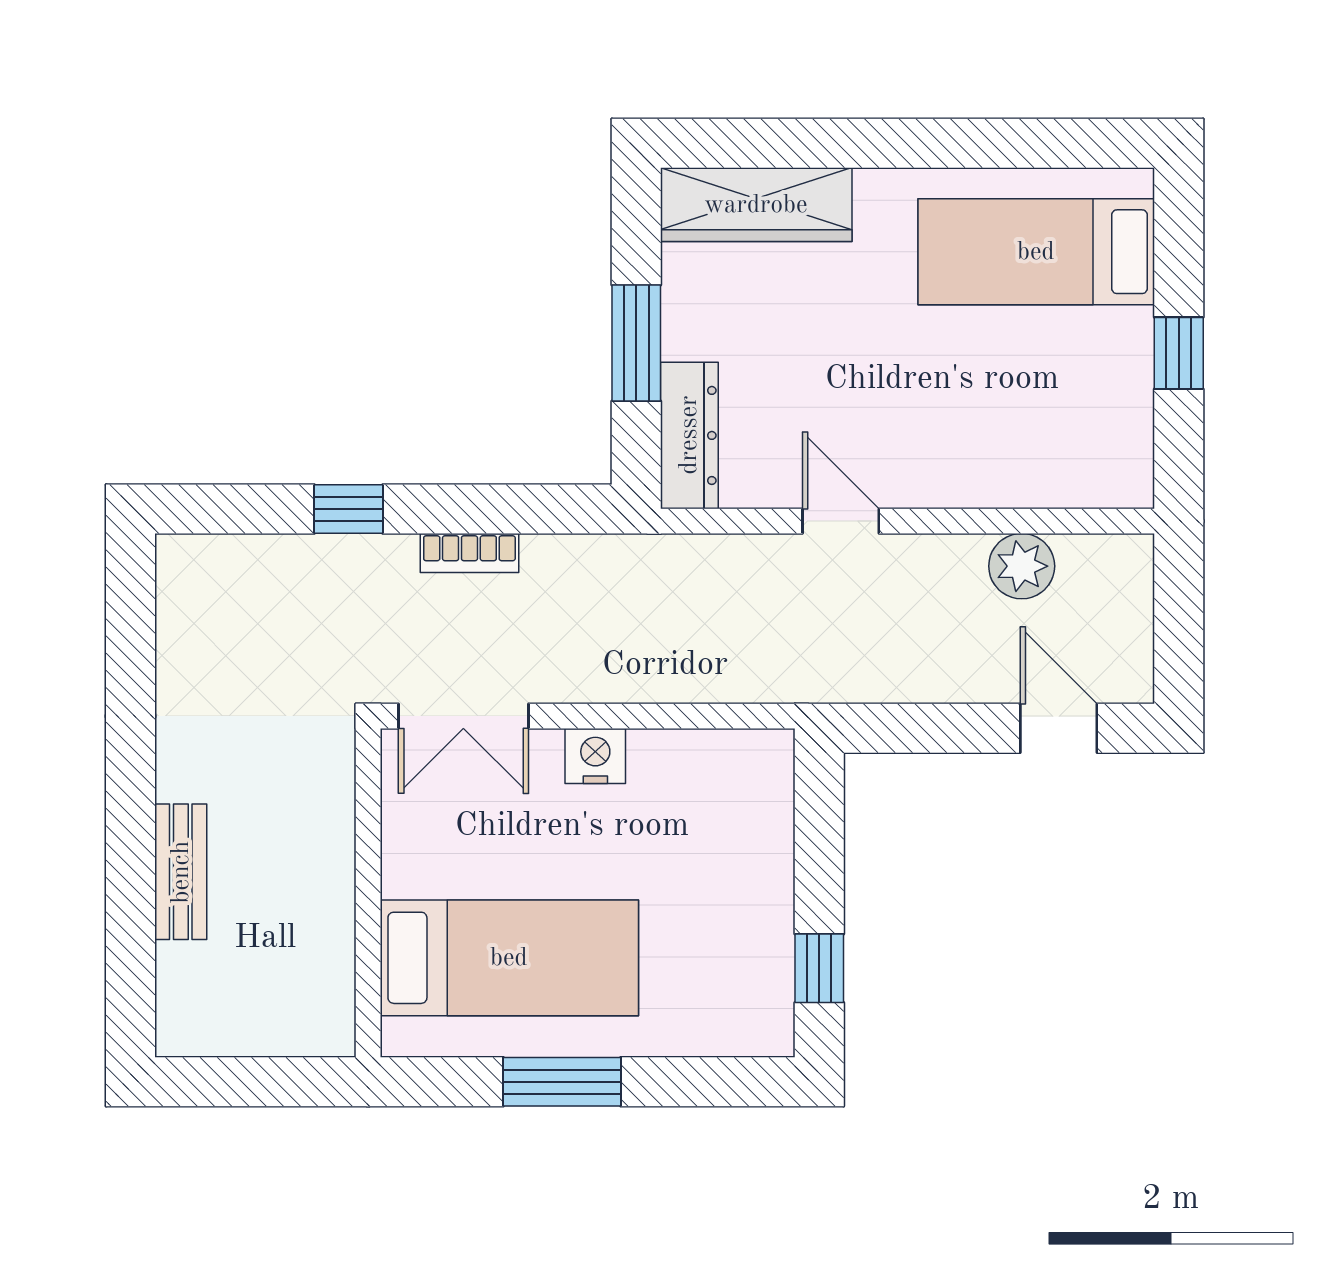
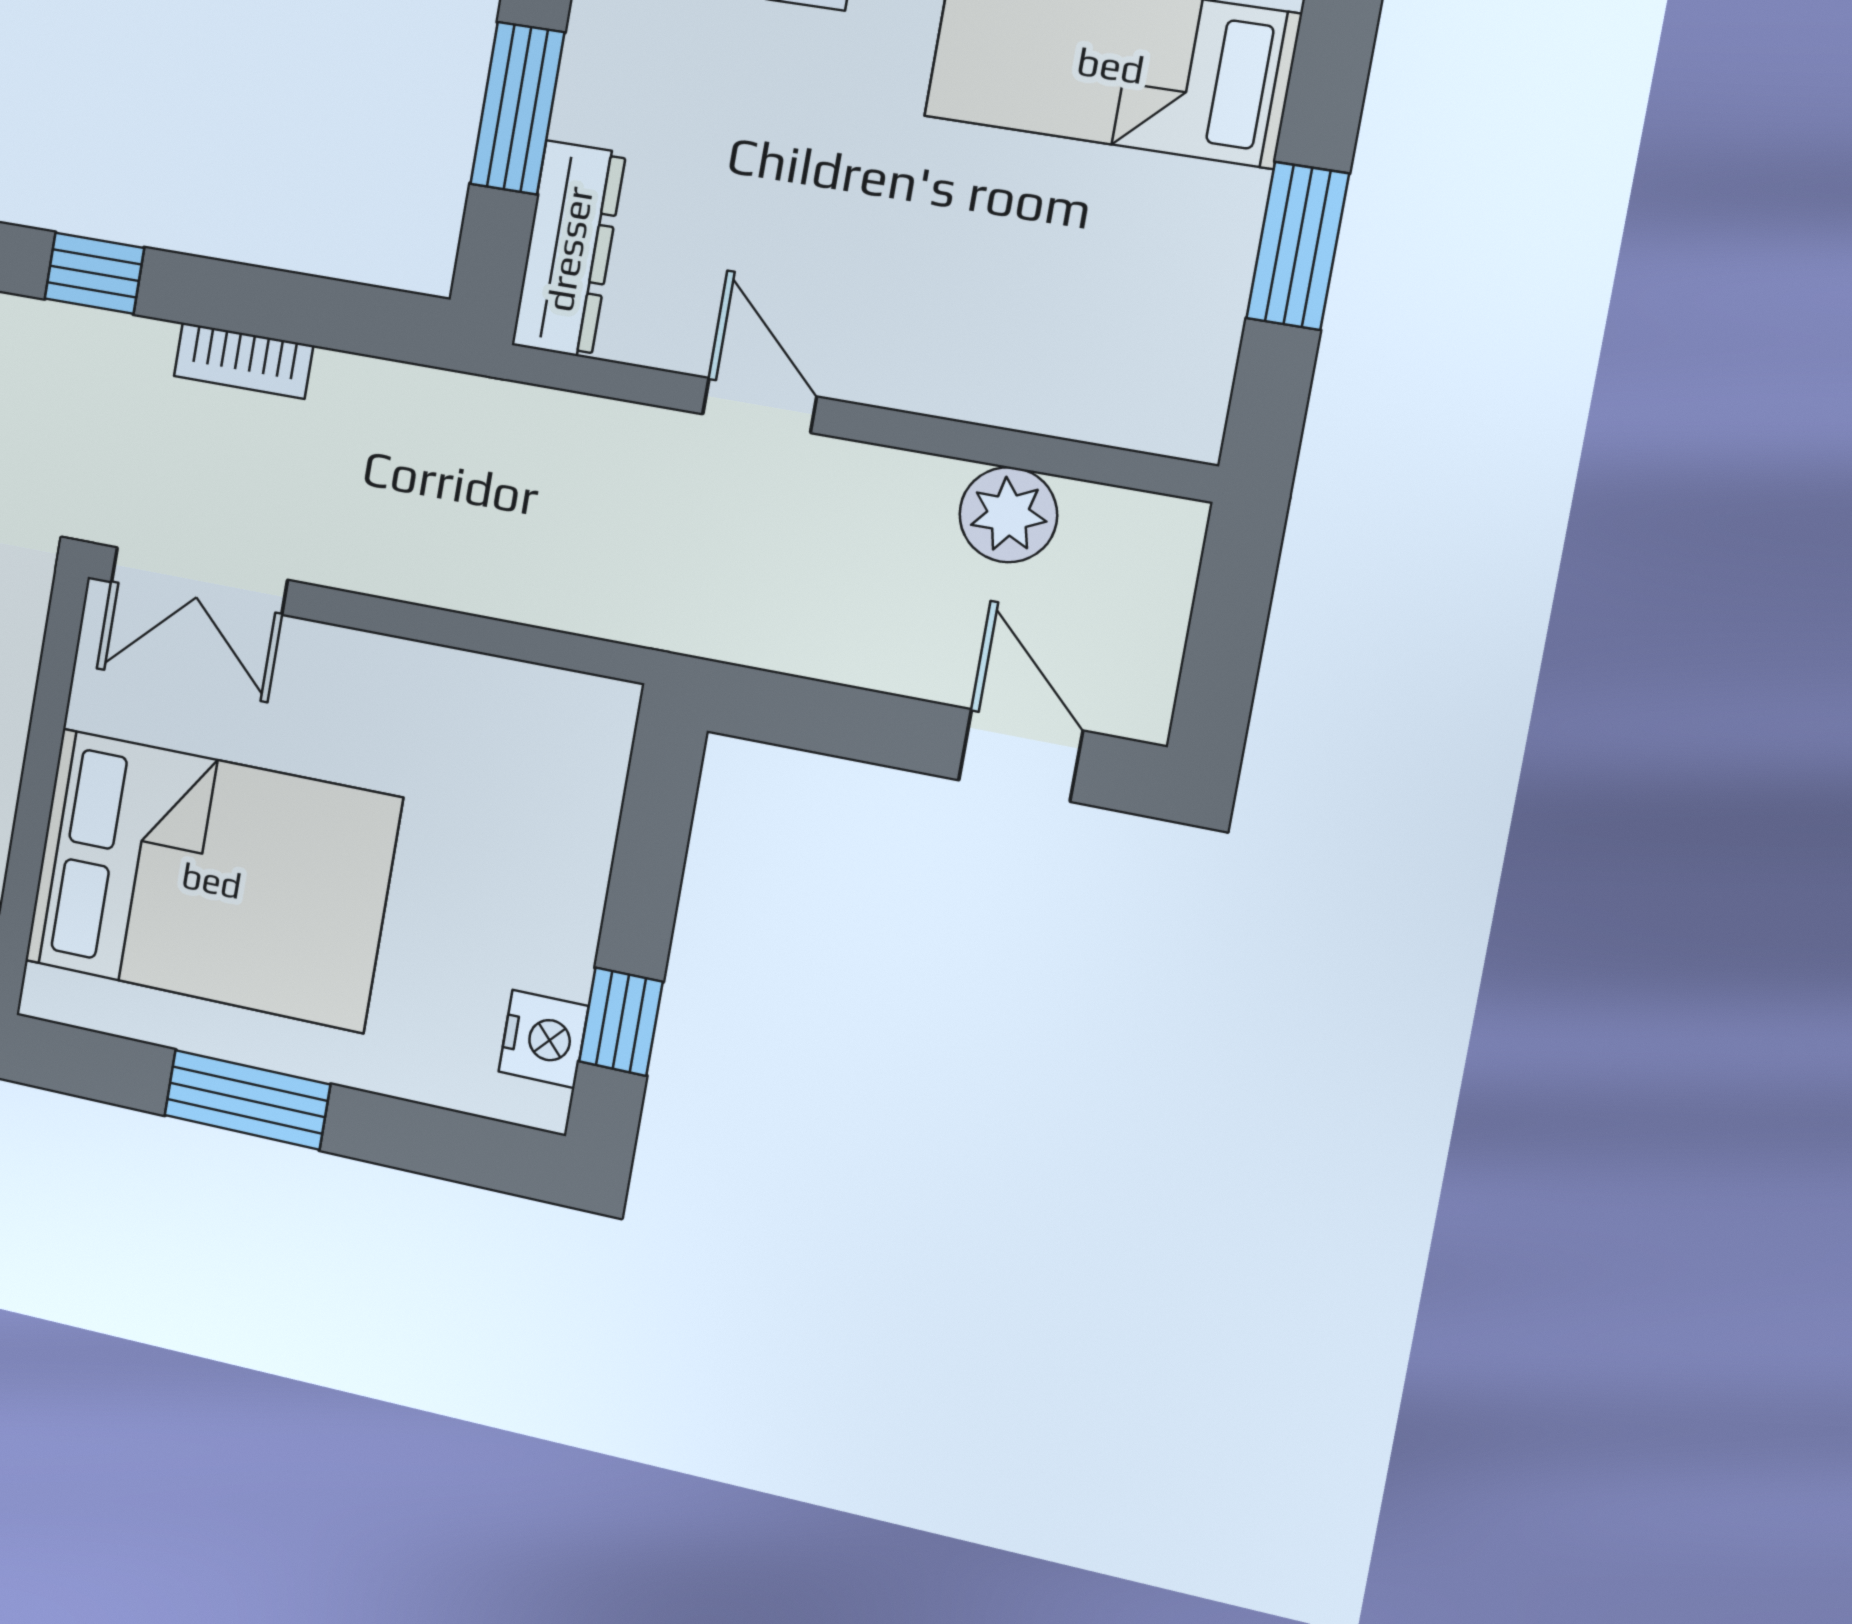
window: (1179, 353) -> (1298, 246), width x1.50
nightstand: (595, 756) -> (543, 1039), moved, turned 90
bed: (509, 958) -> (212, 880), width x1.50

